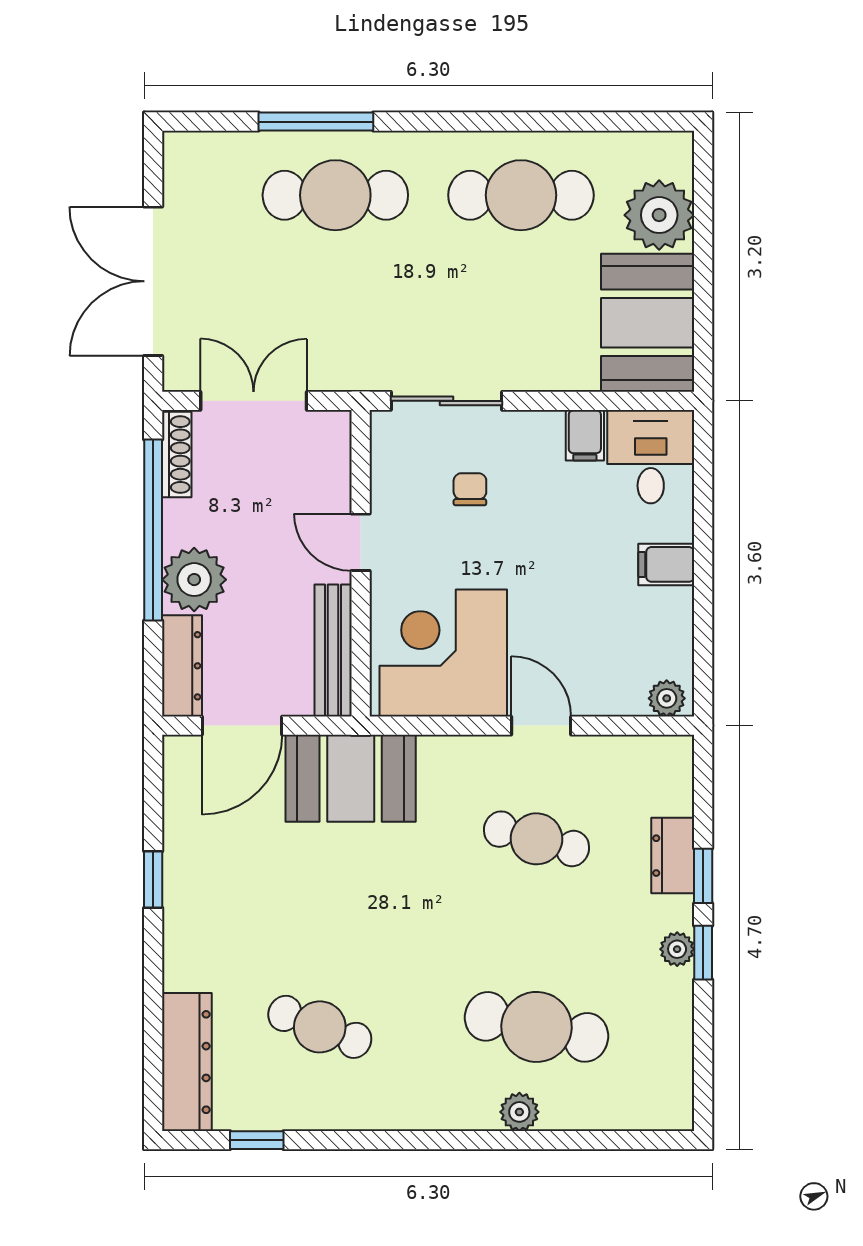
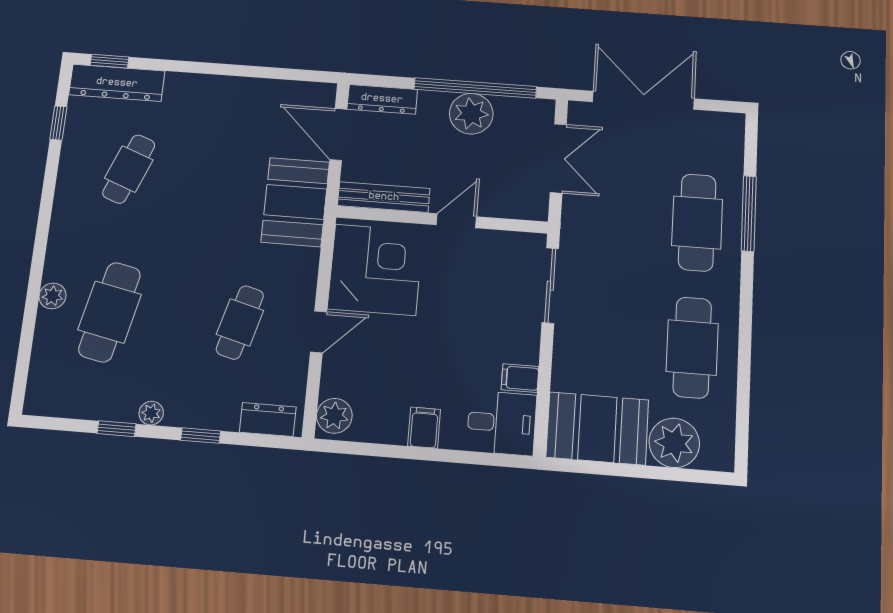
shoe rack: (177, 455) -> (525, 107), removed
chair: (470, 489) -> (488, 297), removed
plant: (194, 580) -> (471, 114), moved
plant: (667, 698) -> (334, 416), width x1.38, depth x1.38
dresser: (673, 856) -> (268, 420), moved
window: (153, 880) -> (110, 61), moved
window: (703, 953) -> (117, 429), moved

